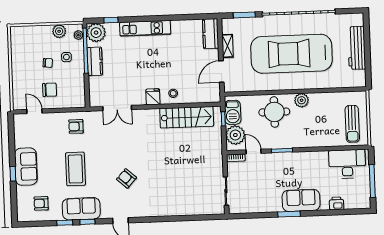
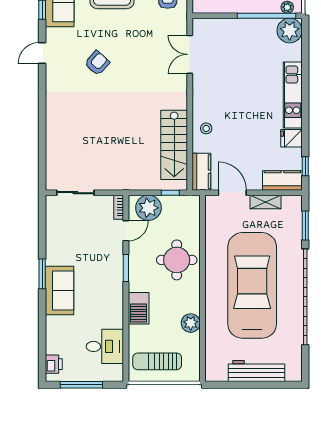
window: (111, 20) -> (305, 166), moved
kitchen counter: (95, 61) -> (201, 172), moved, turned -90
fridge: (153, 97) -> (291, 138), moved, turned 180
plant: (302, 100) -> (191, 323), moved
barbecue: (233, 112) -> (139, 308), moved, turned -90
desk: (347, 164) -> (105, 346), width x0.73
printer: (337, 203) -> (54, 364), moved

